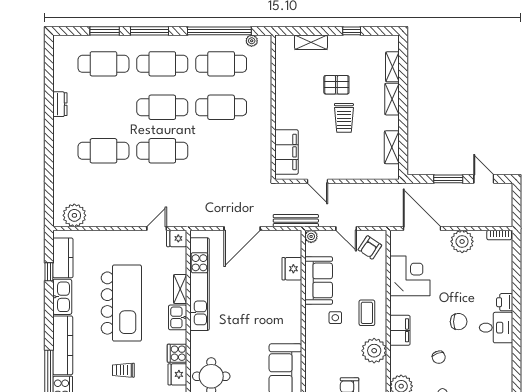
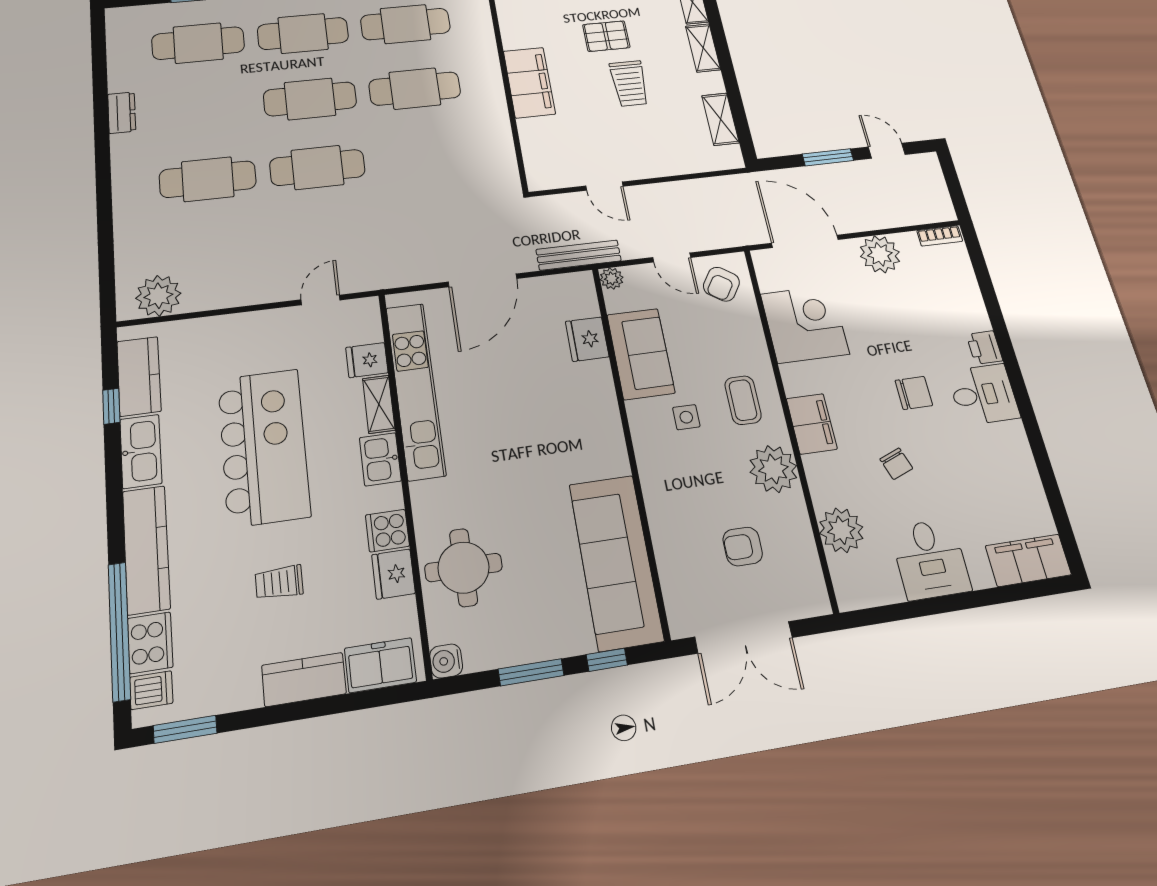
filing cabinet: (286, 152) -> (529, 82), moved
fridge: (177, 238) -> (367, 360), moved

